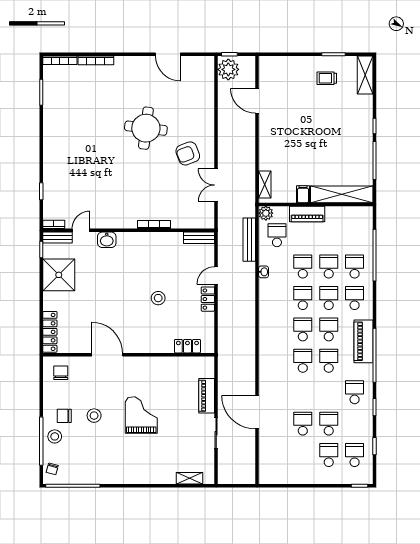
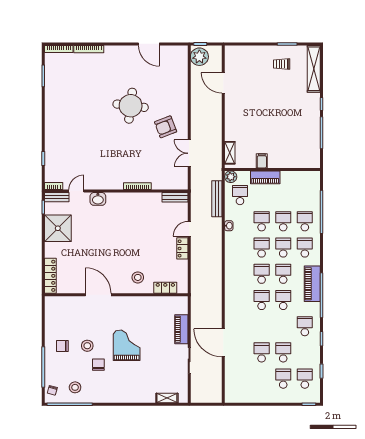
shelving: (365, 75) -> (314, 69), width x1.47
shelving: (342, 194) -> (294, 161), removed
stool: (158, 298) -> (138, 277), moved
chair: (61, 373) -> (98, 365), moved
stool: (55, 436) -> (75, 387), moved

